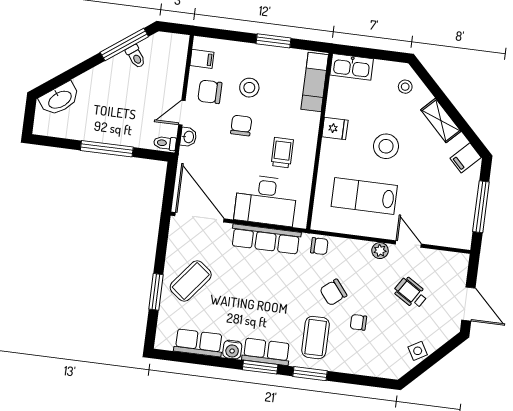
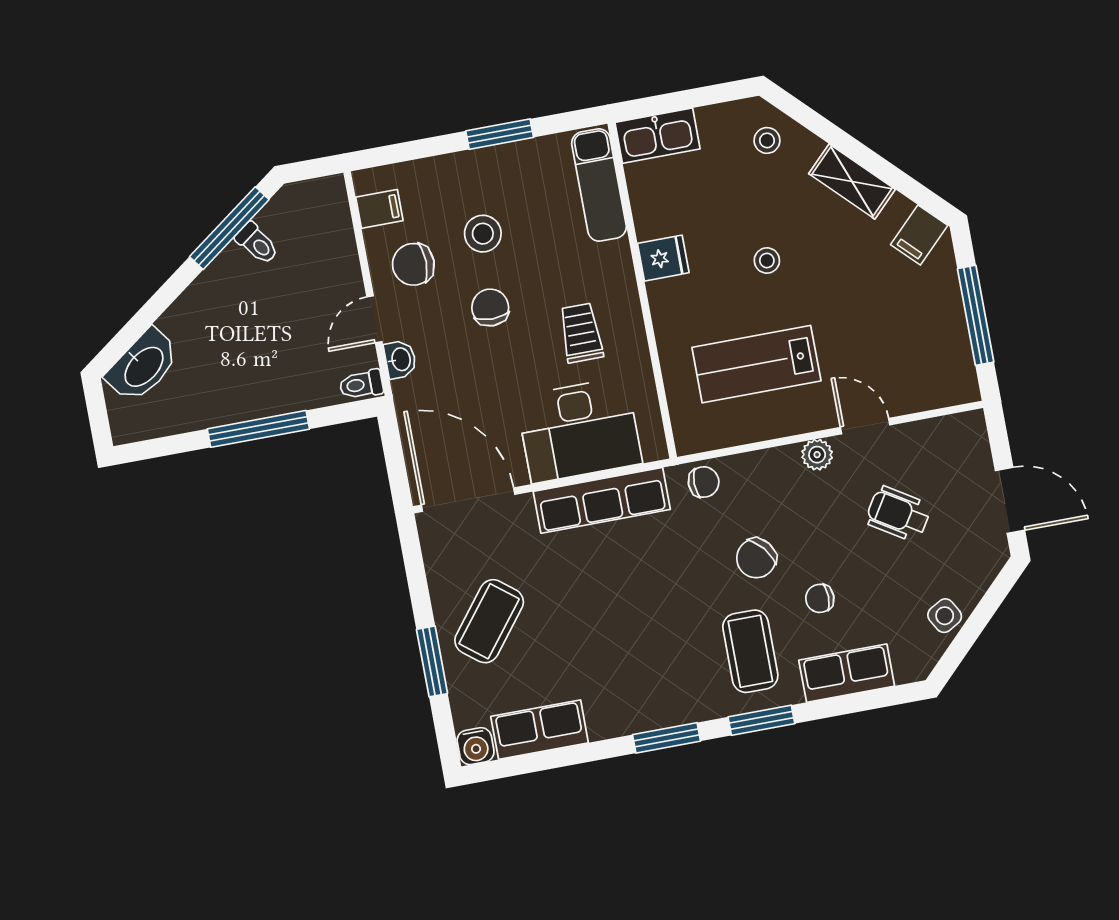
stool: (386, 146) -> (767, 260), width x0.53, depth x0.53
water cooler: (232, 350) -> (476, 746), moved
row of seats: (266, 352) -> (847, 673), moved

